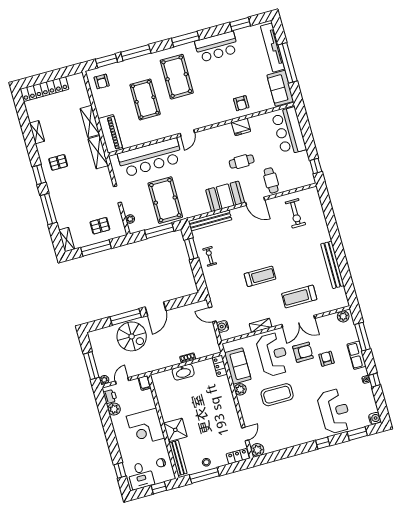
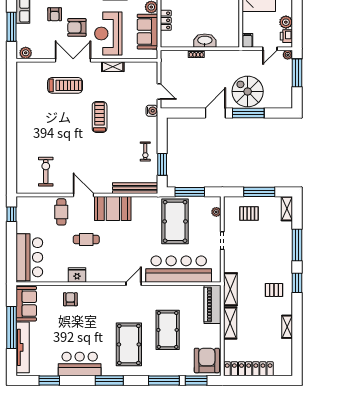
armchair: (102, 81) -> (207, 360), width x1.88, depth x1.88
locker: (45, 89) -> (249, 369), moved
bench: (332, 265) -> (22, 109), removed
treadmill: (260, 276) -> (100, 117), turned 90
water cooler: (223, 326) -> (152, 111), moved
locker: (220, 366) -> (166, 20), moved

